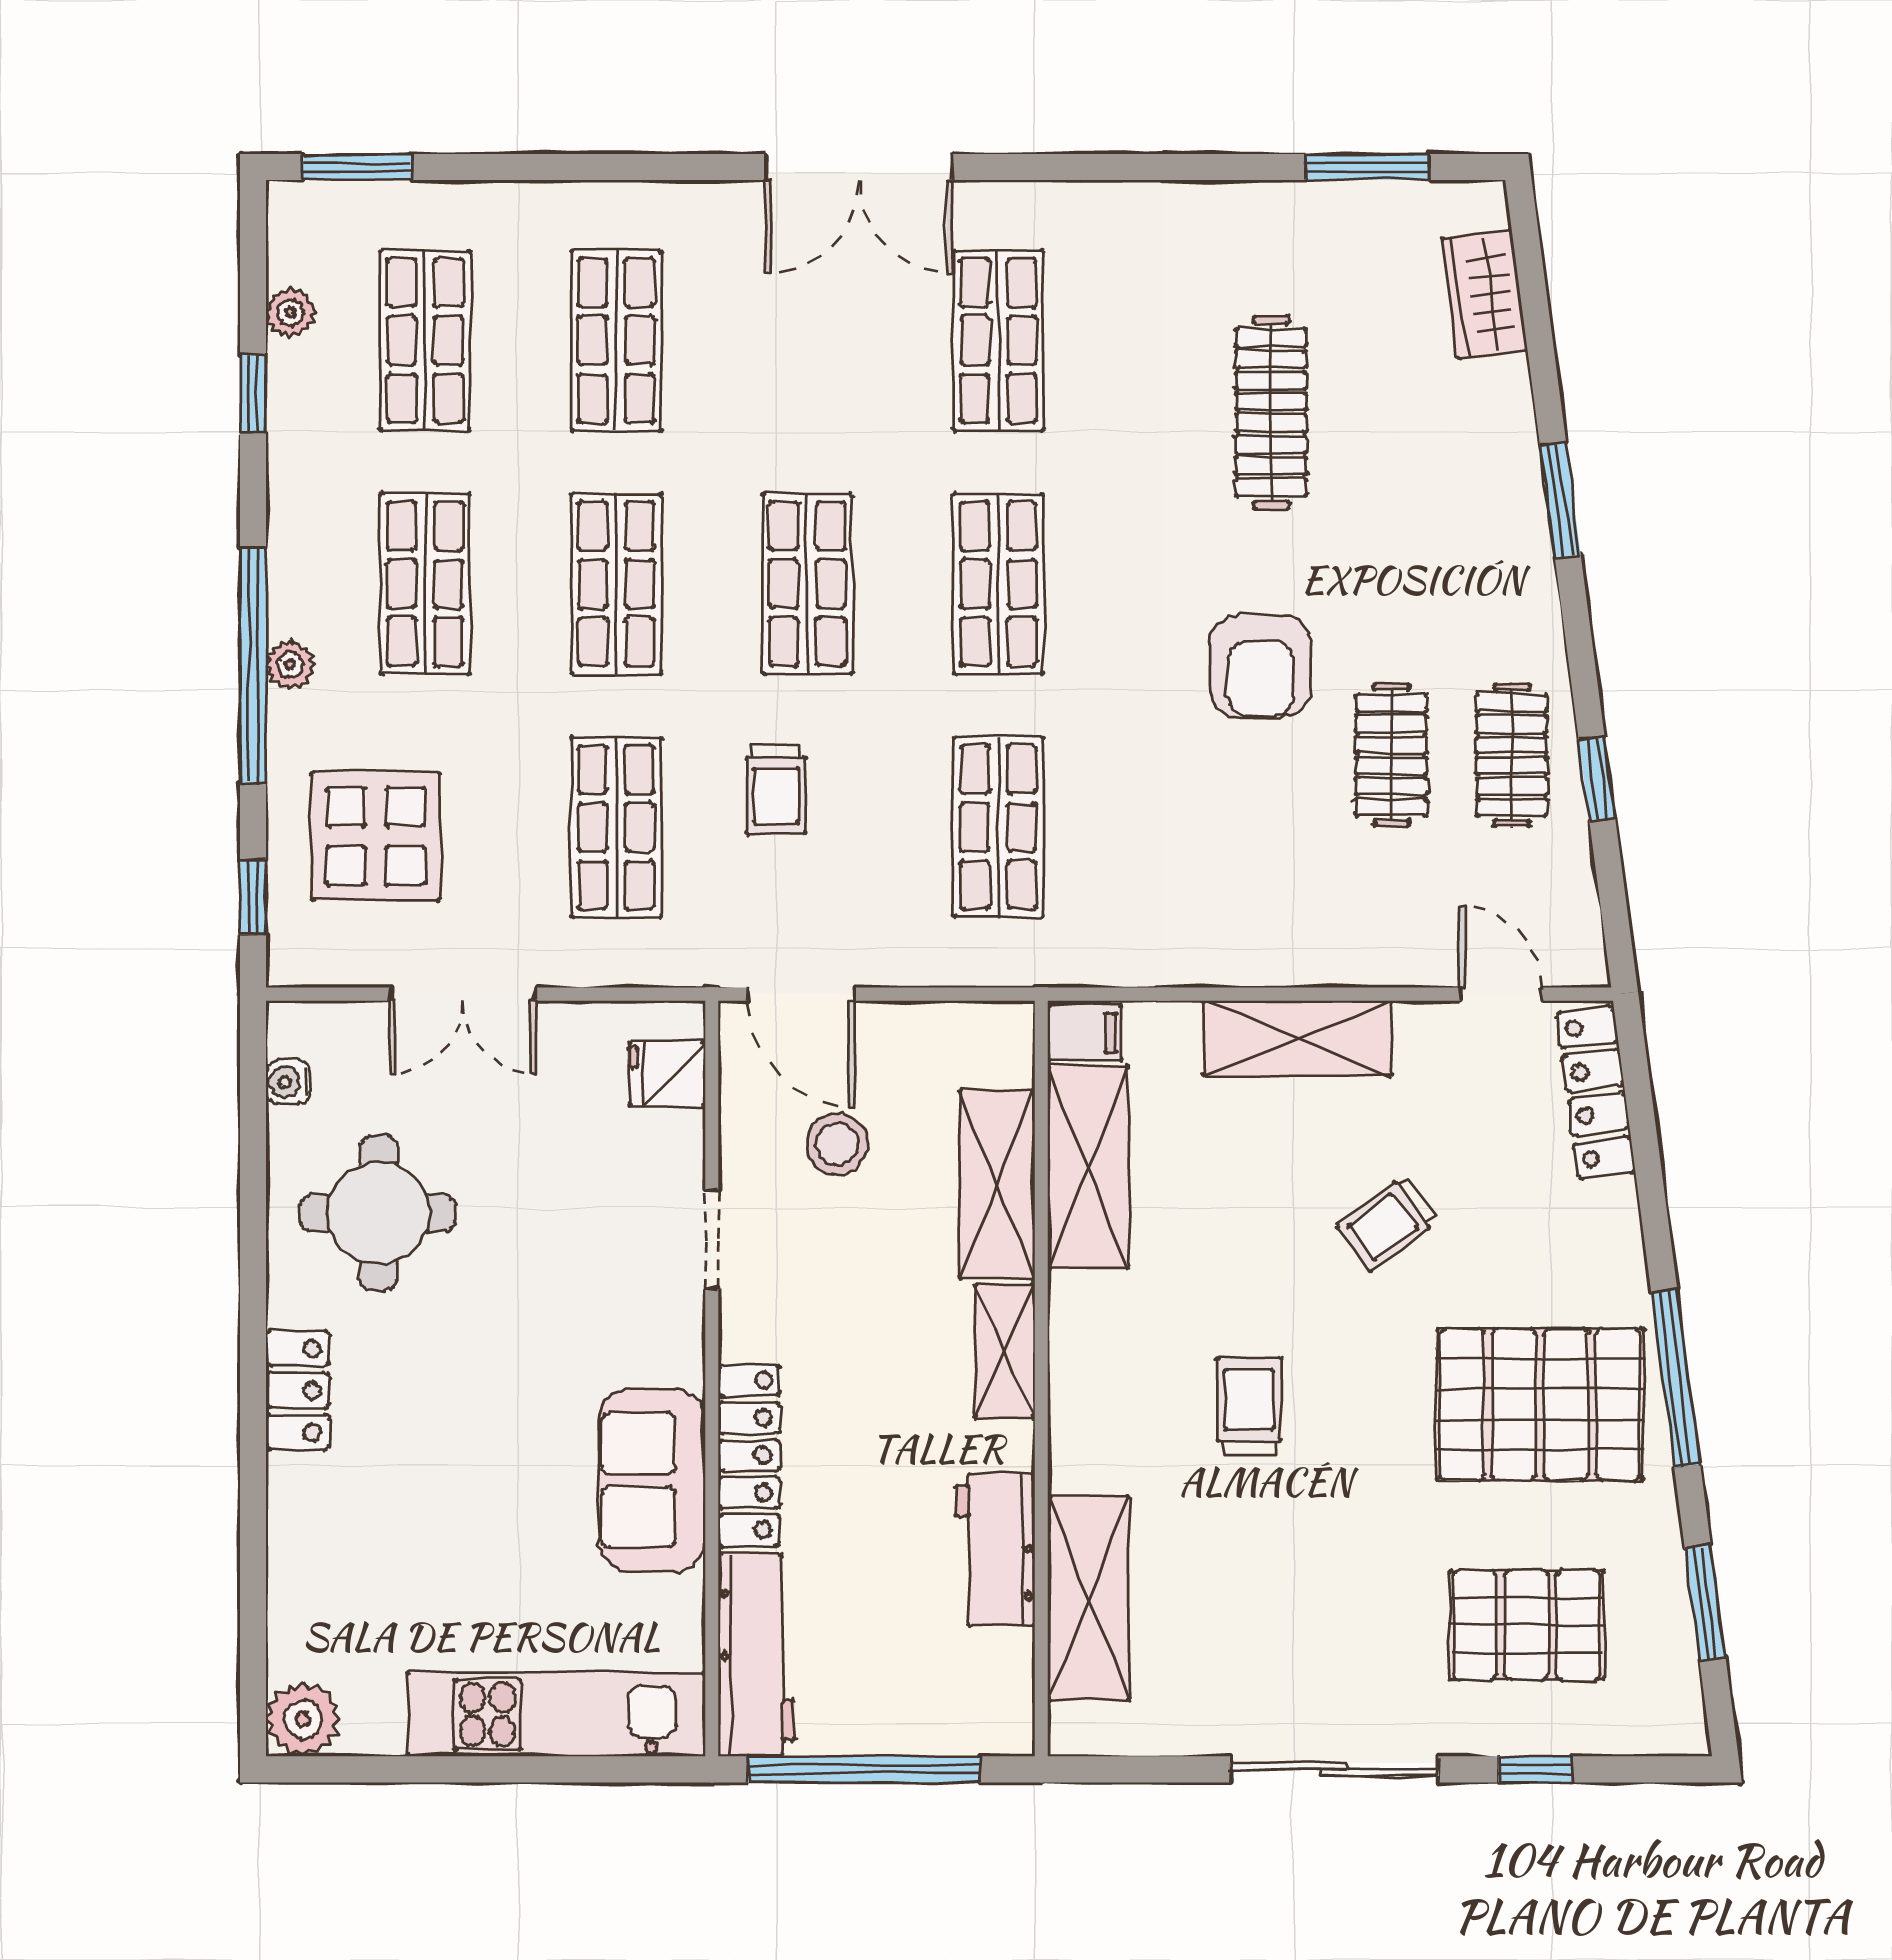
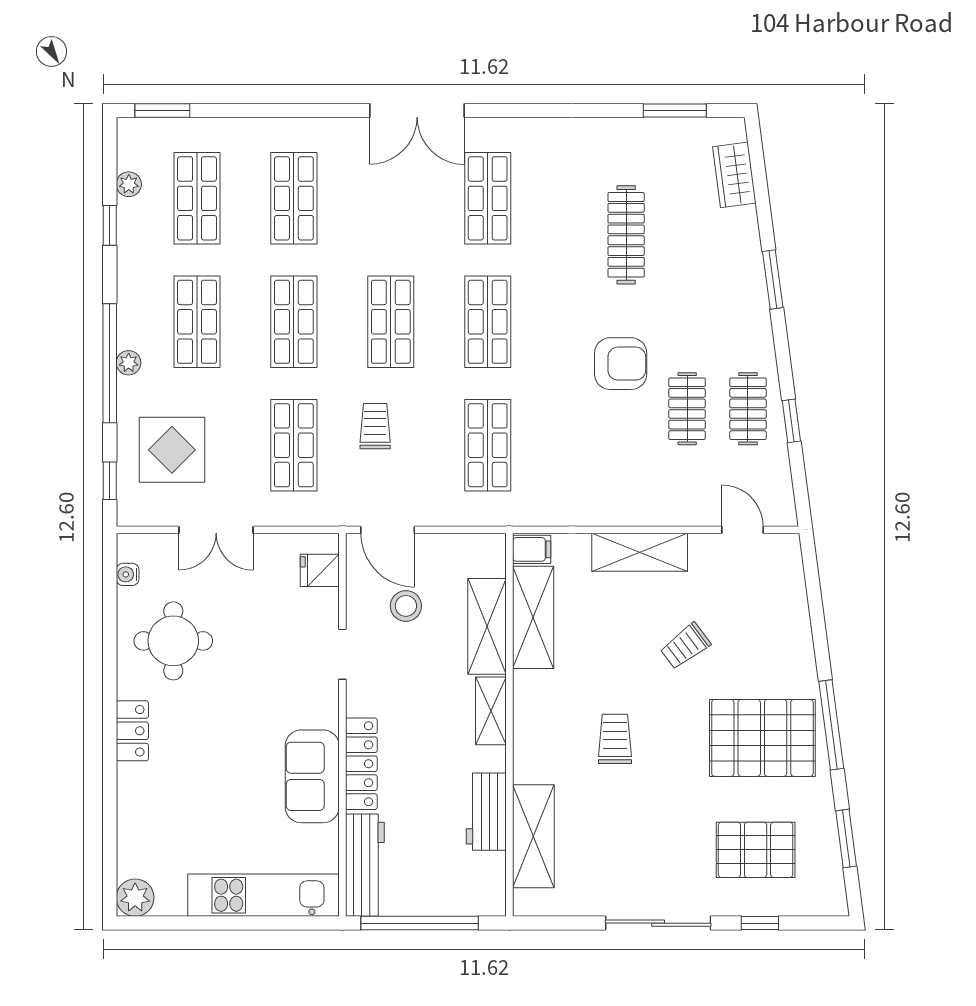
armchair: (1260, 666) -> (621, 364), turned -90
trolley: (776, 789) -> (375, 426), turned 180
locker: (1596, 1092) -> (791, 580), removed

